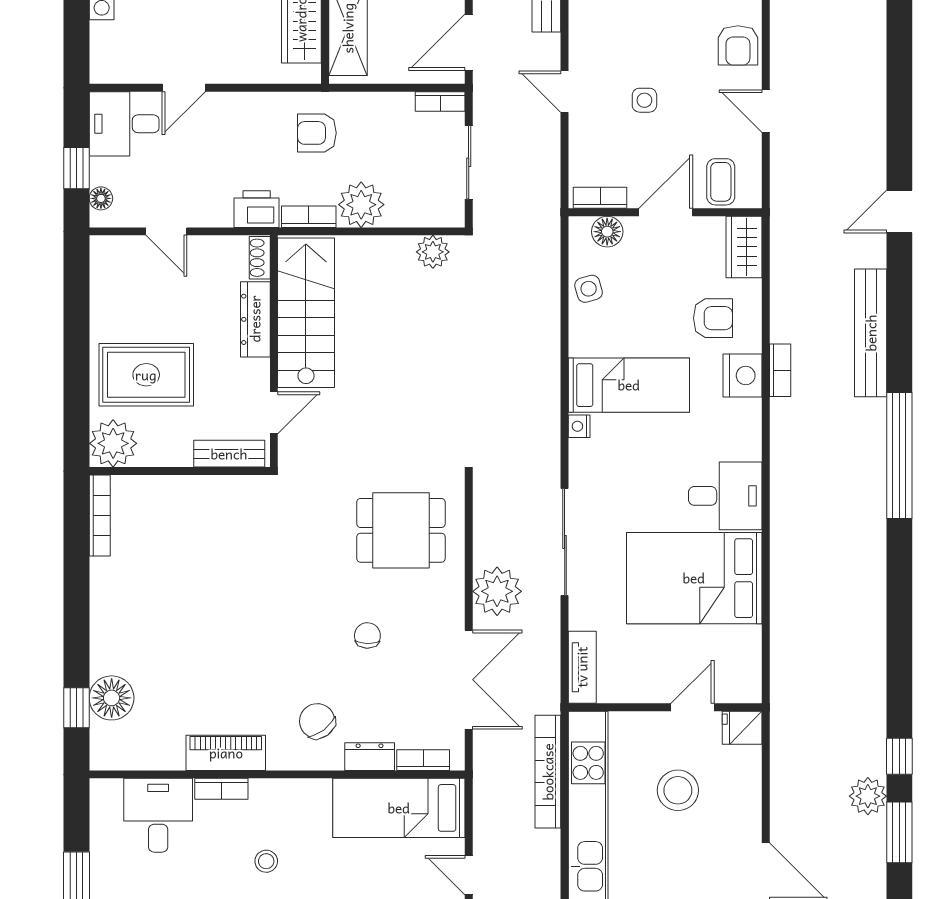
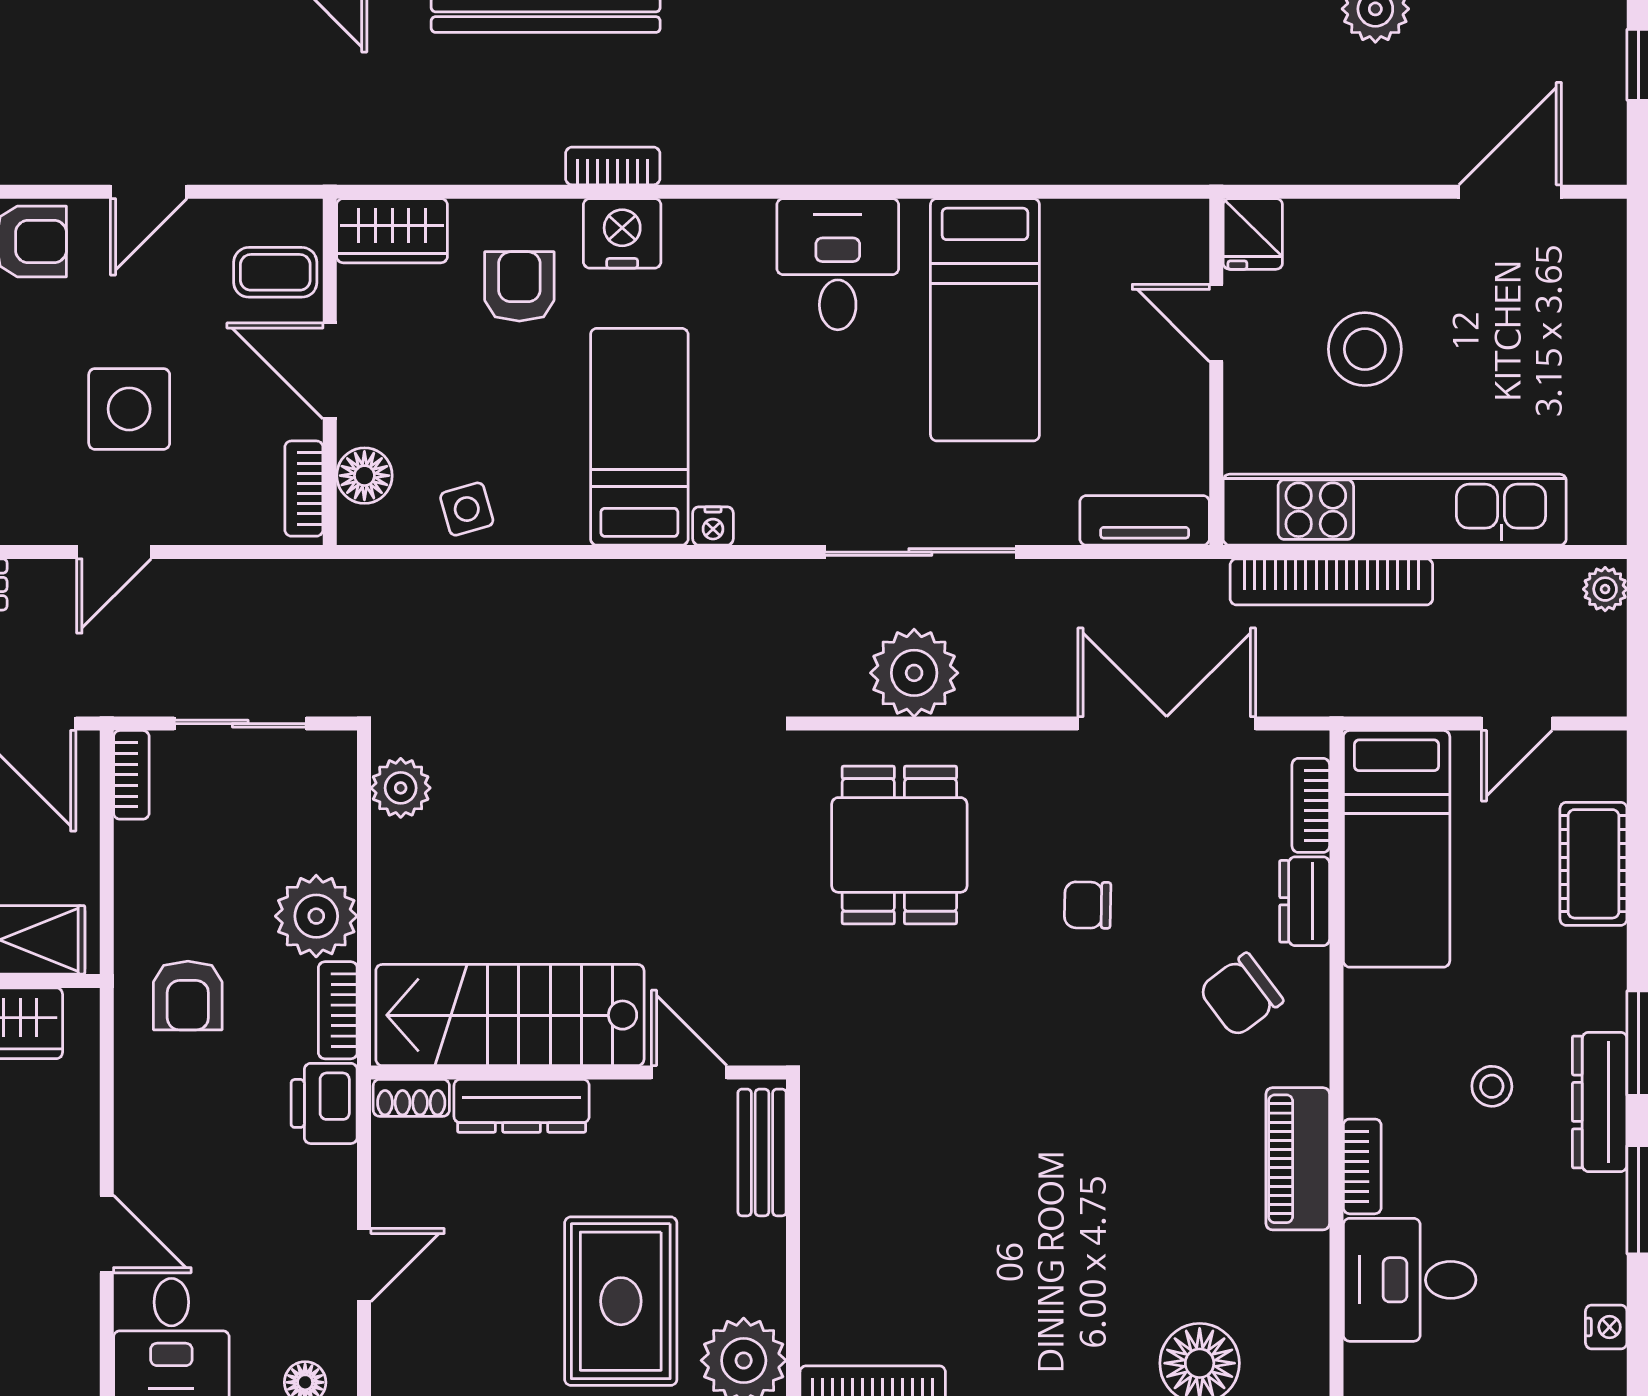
side table: (644, 100) -> (129, 409), width x1.87, depth x1.87
bed: (694, 578) -> (985, 320), width x0.67
plant: (497, 591) -> (914, 673), moved

